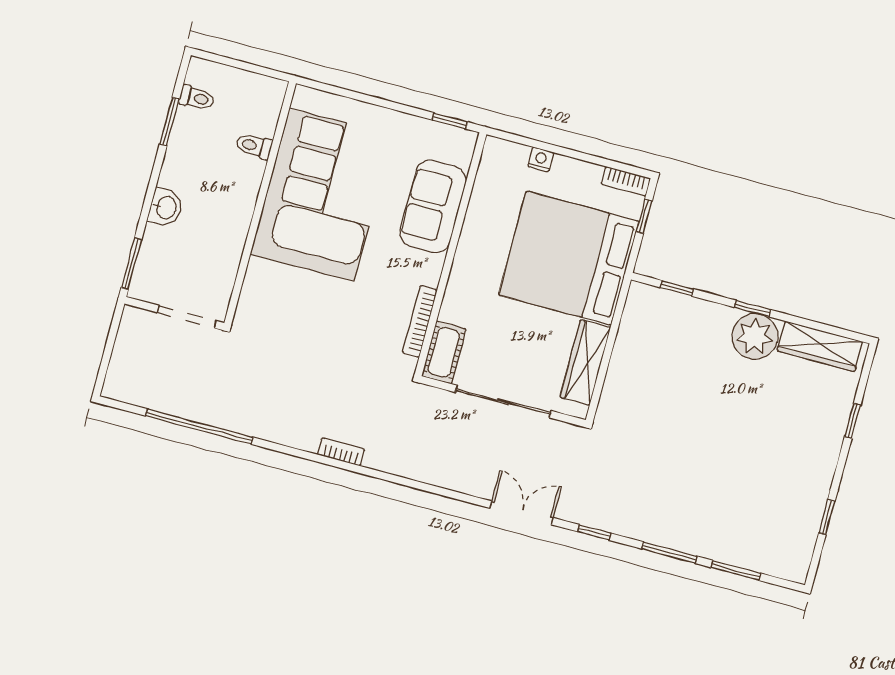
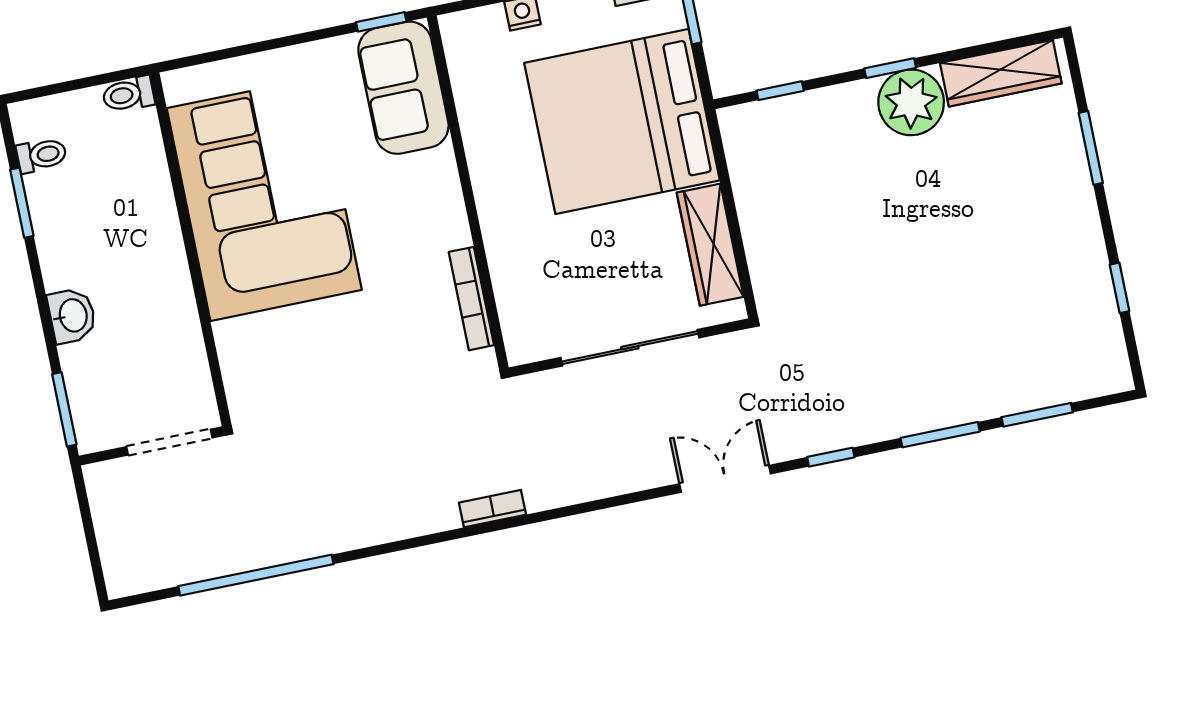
toilet: (254, 146) -> (128, 94), moved
sofa: (433, 207) -> (403, 88), moved
cot: (444, 352) -> (522, 323), removed
window: (853, 421) -> (1091, 148), width x1.50
bookcase: (341, 452) -> (492, 509), moved

